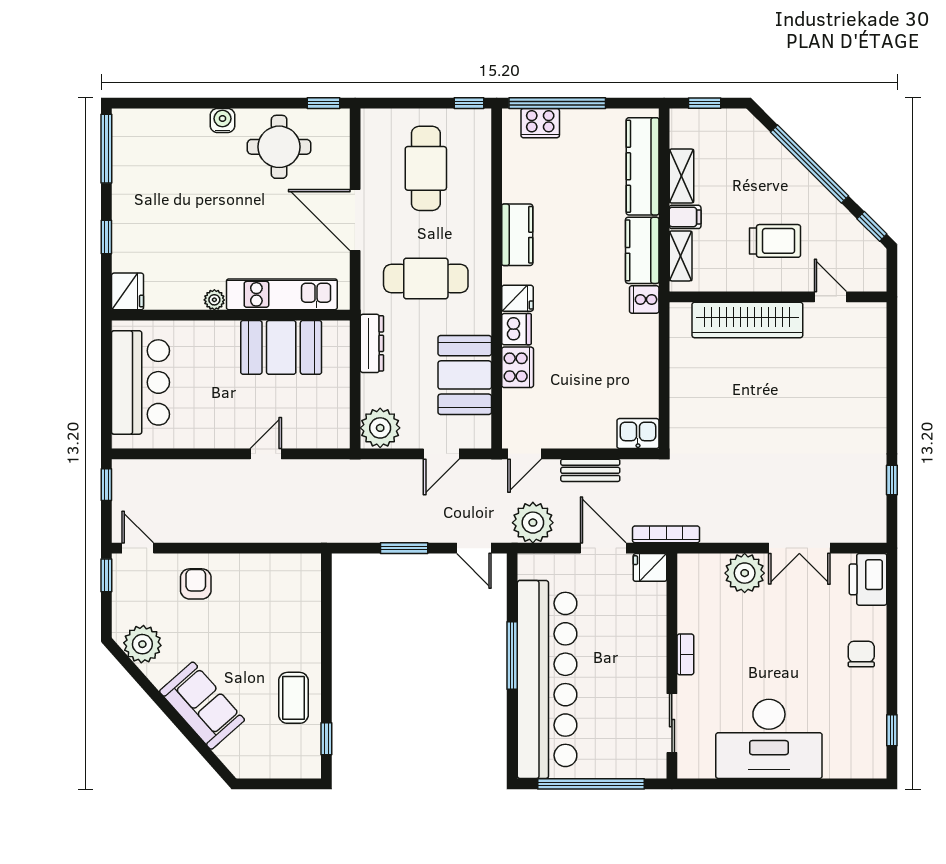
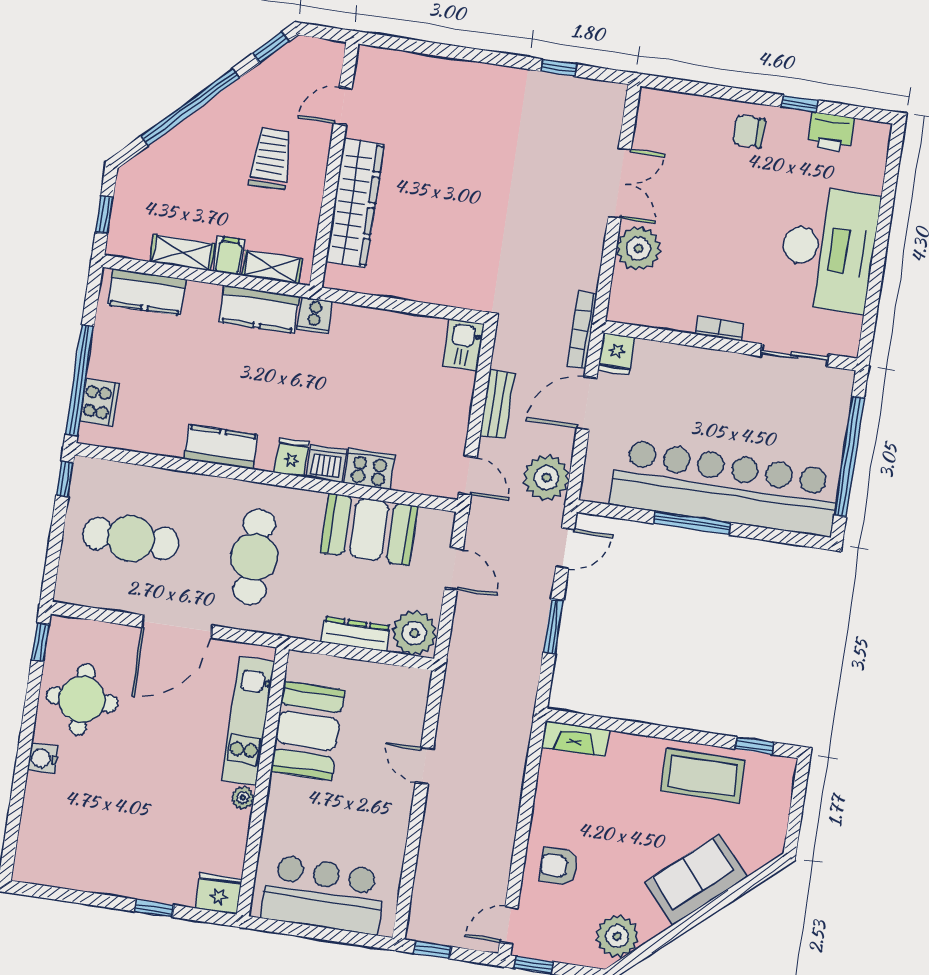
window: (106, 149) -> (55, 893), removed
kitchen counter: (643, 166) -> (147, 292), width x0.67
dresser: (372, 343) -> (356, 634), moved
printer: (868, 579) -> (831, 132), moved, width x0.73, depth x0.84
fireplace: (309, 582) -> (575, 739), added
coffee table: (293, 698) -> (703, 776), width x1.36, depth x1.32
window: (892, 730) -> (799, 104), moved

